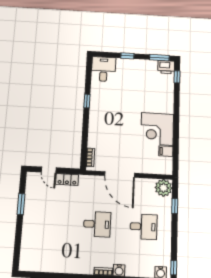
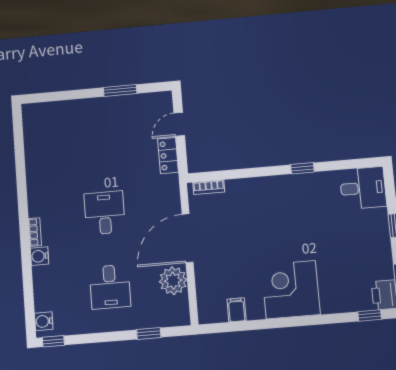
corner desk: (157, 129) -> (291, 290), moved
plant: (163, 188) -> (173, 281), moved
desk: (97, 224) -> (105, 213), turned 180

